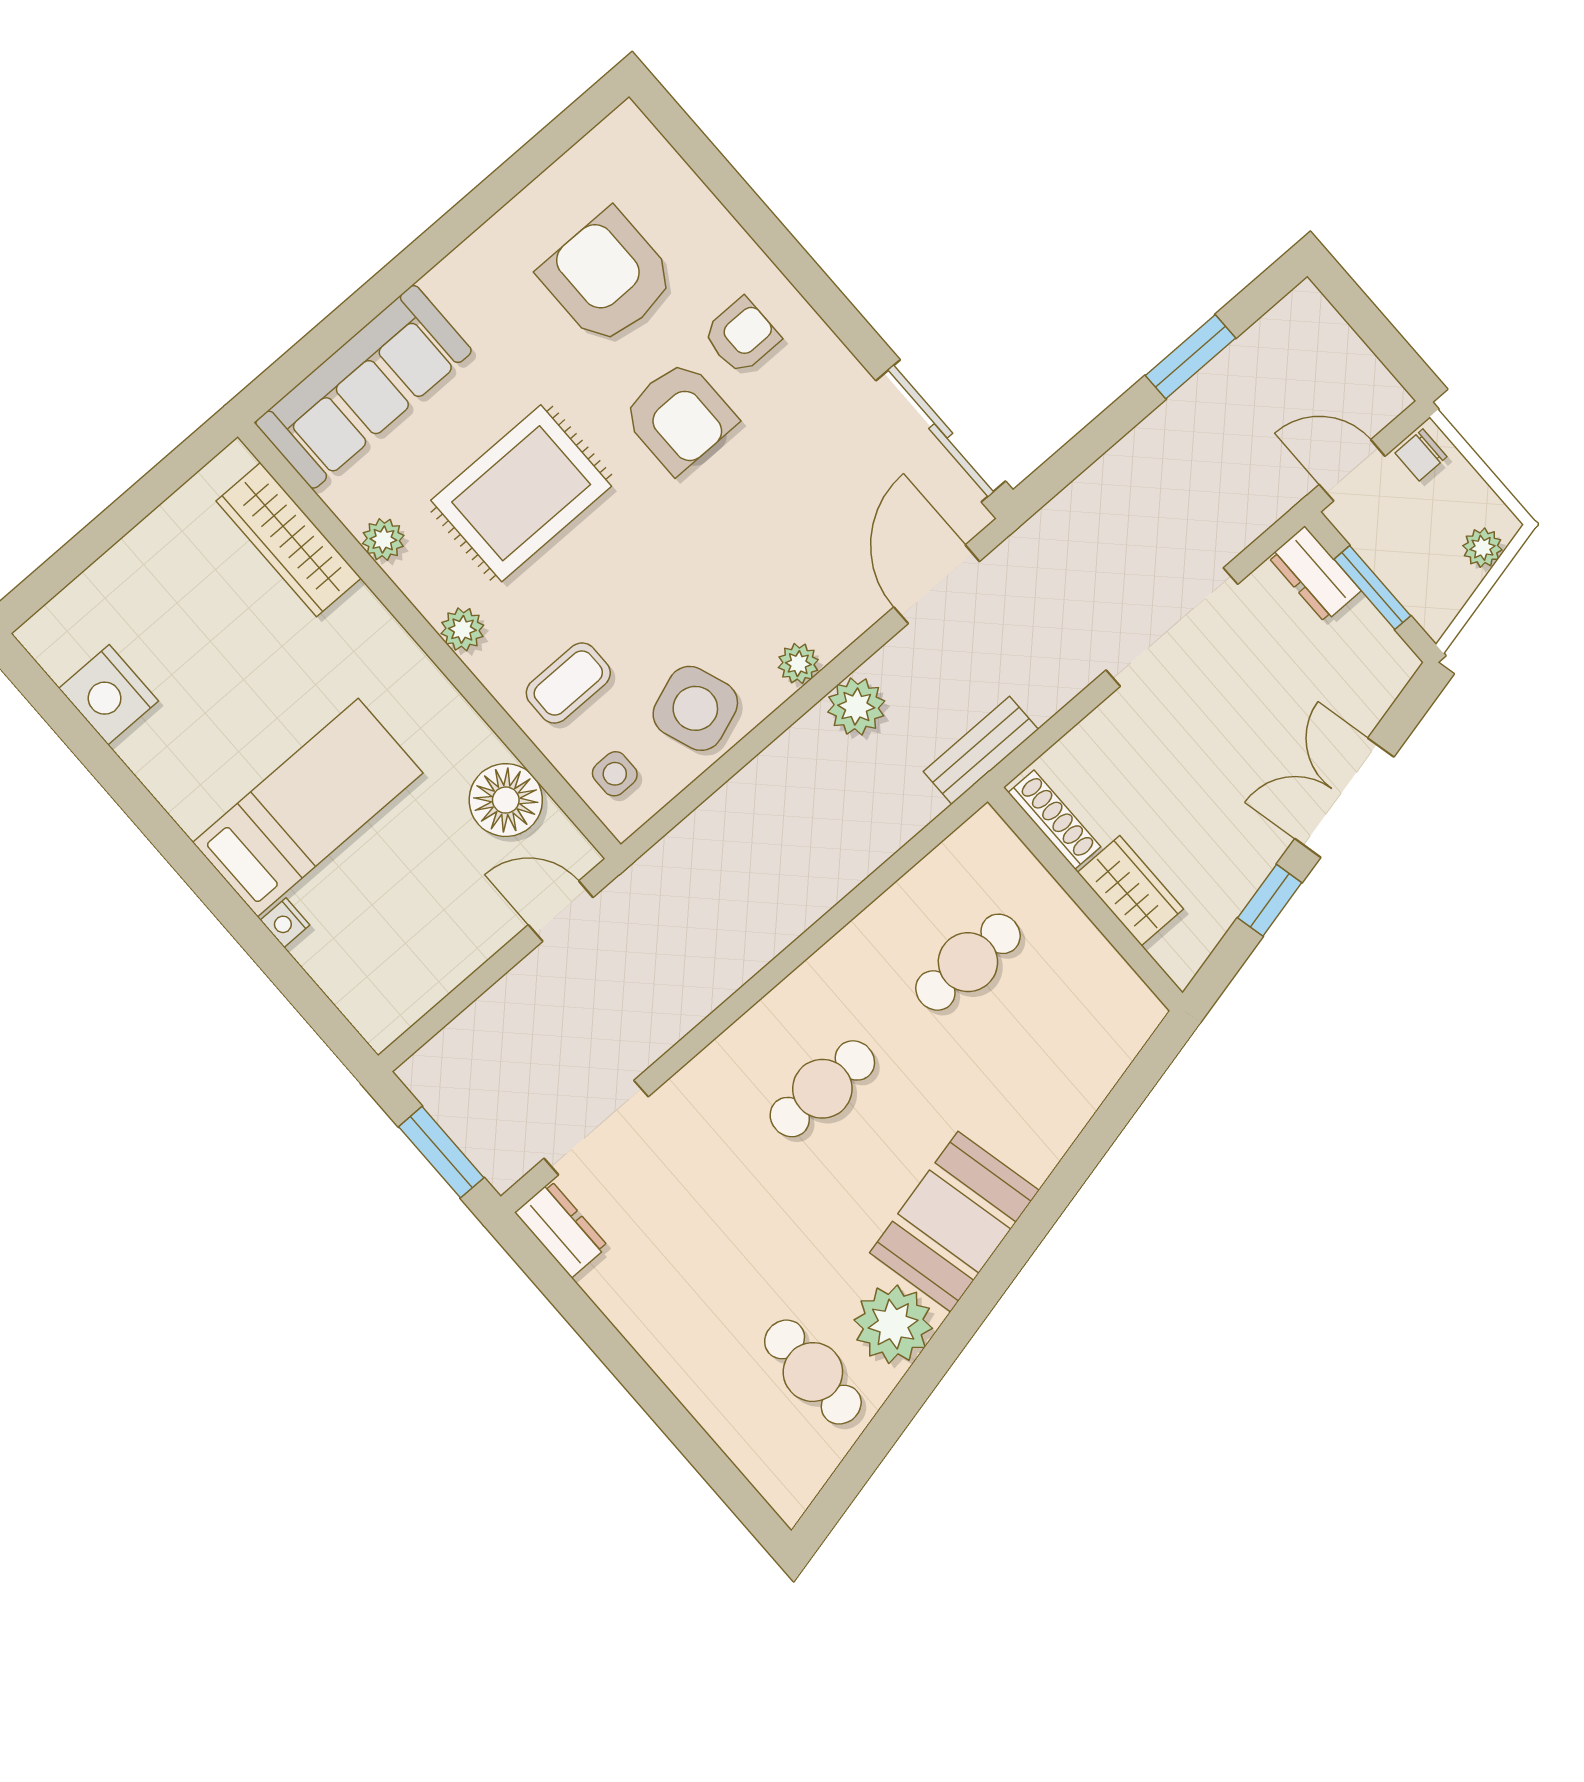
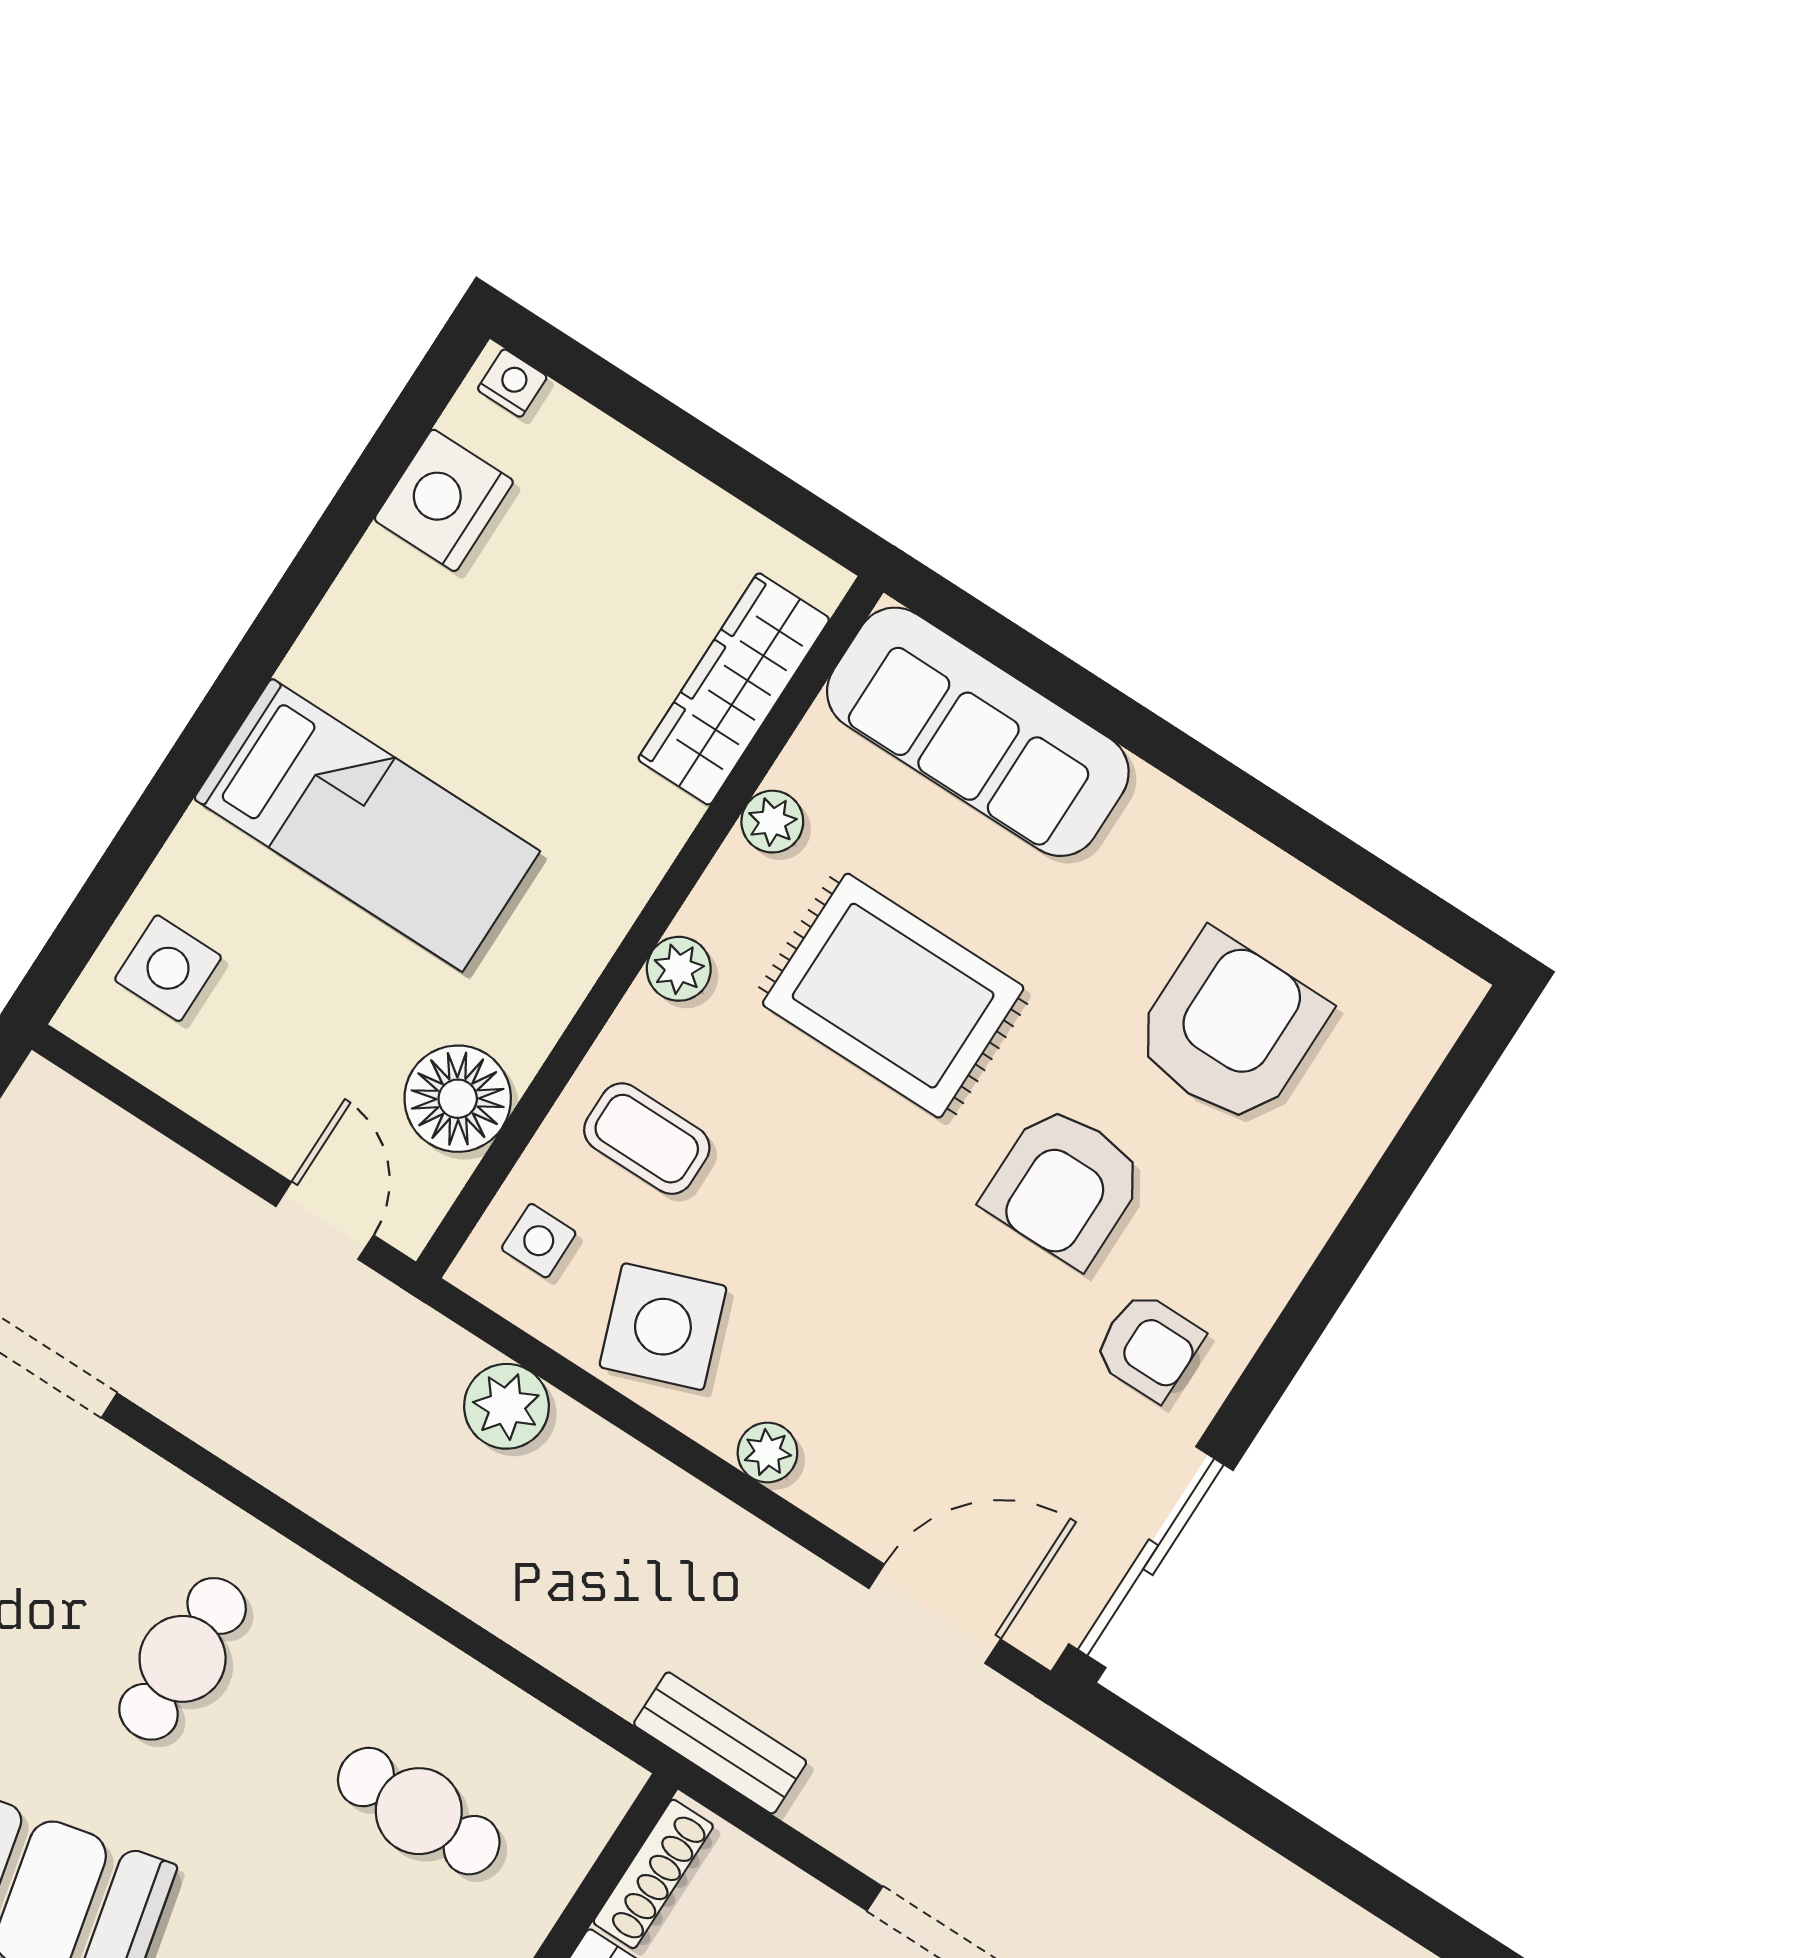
armchair: (741, 336) -> (1148, 1346), moved
window: (1191, 357) -> (1356, 1876), removed
plant: (856, 706) -> (507, 1406), moved
nightstand: (285, 923) -> (512, 383), moved, turned 90
side table: (364, 966) -> (168, 968), added
cafe table: (822, 1089) -> (183, 1659), turned 90

